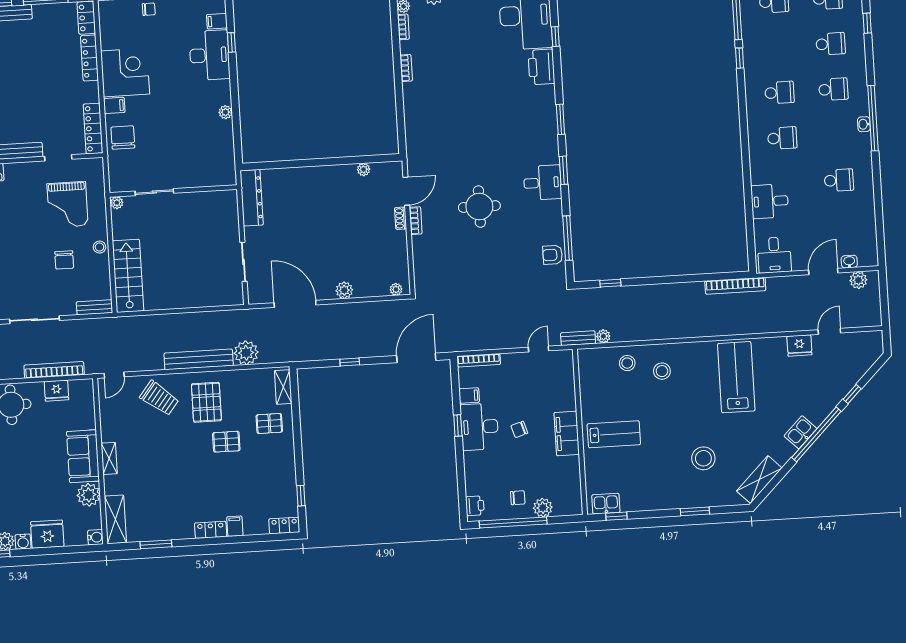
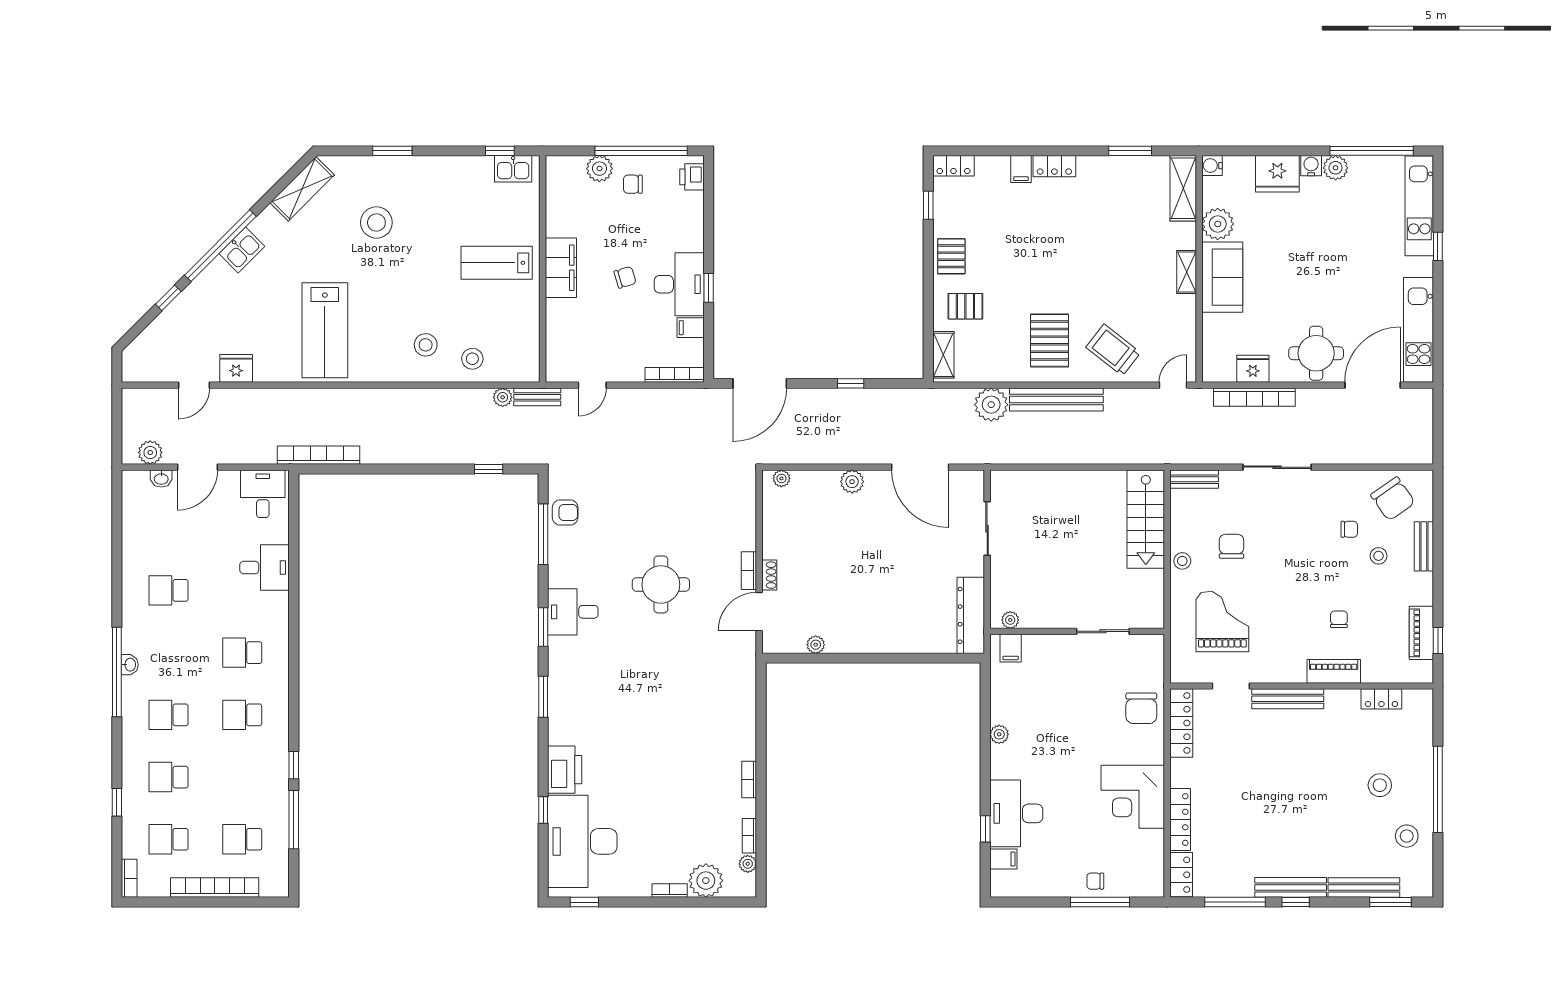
filing cabinet: (114, 105) -> (1011, 648), moved, turned -90
plant: (117, 203) -> (1010, 620), moved
pallet: (226, 442) -> (951, 256), moved, turned 90

